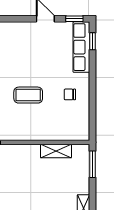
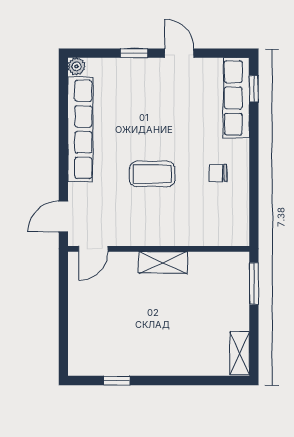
window: (74, 19) -> (134, 53), moved
shelving: (56, 151) -> (163, 262), moved

